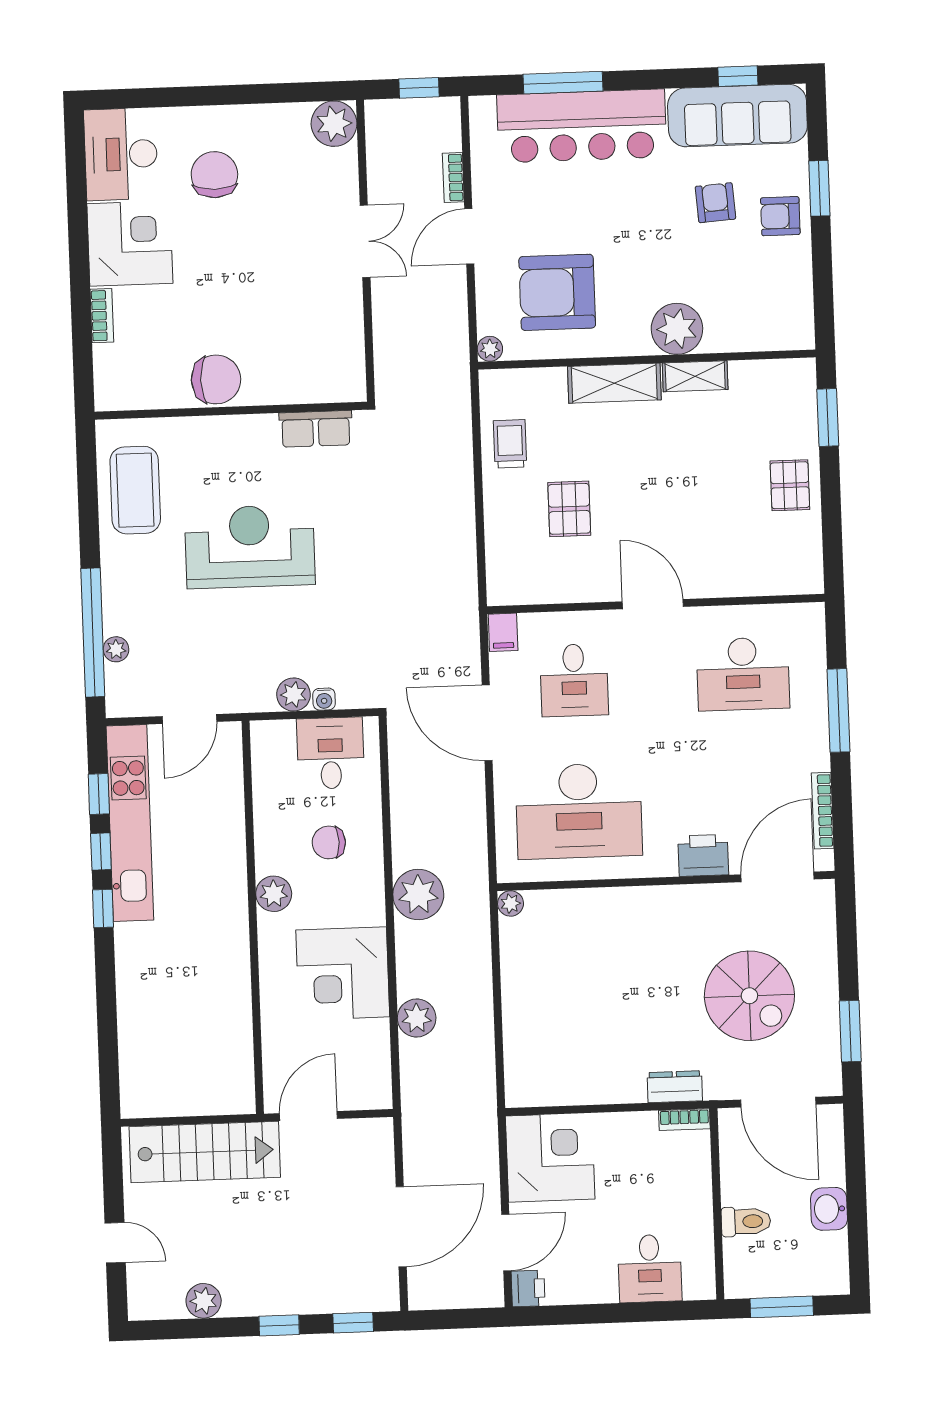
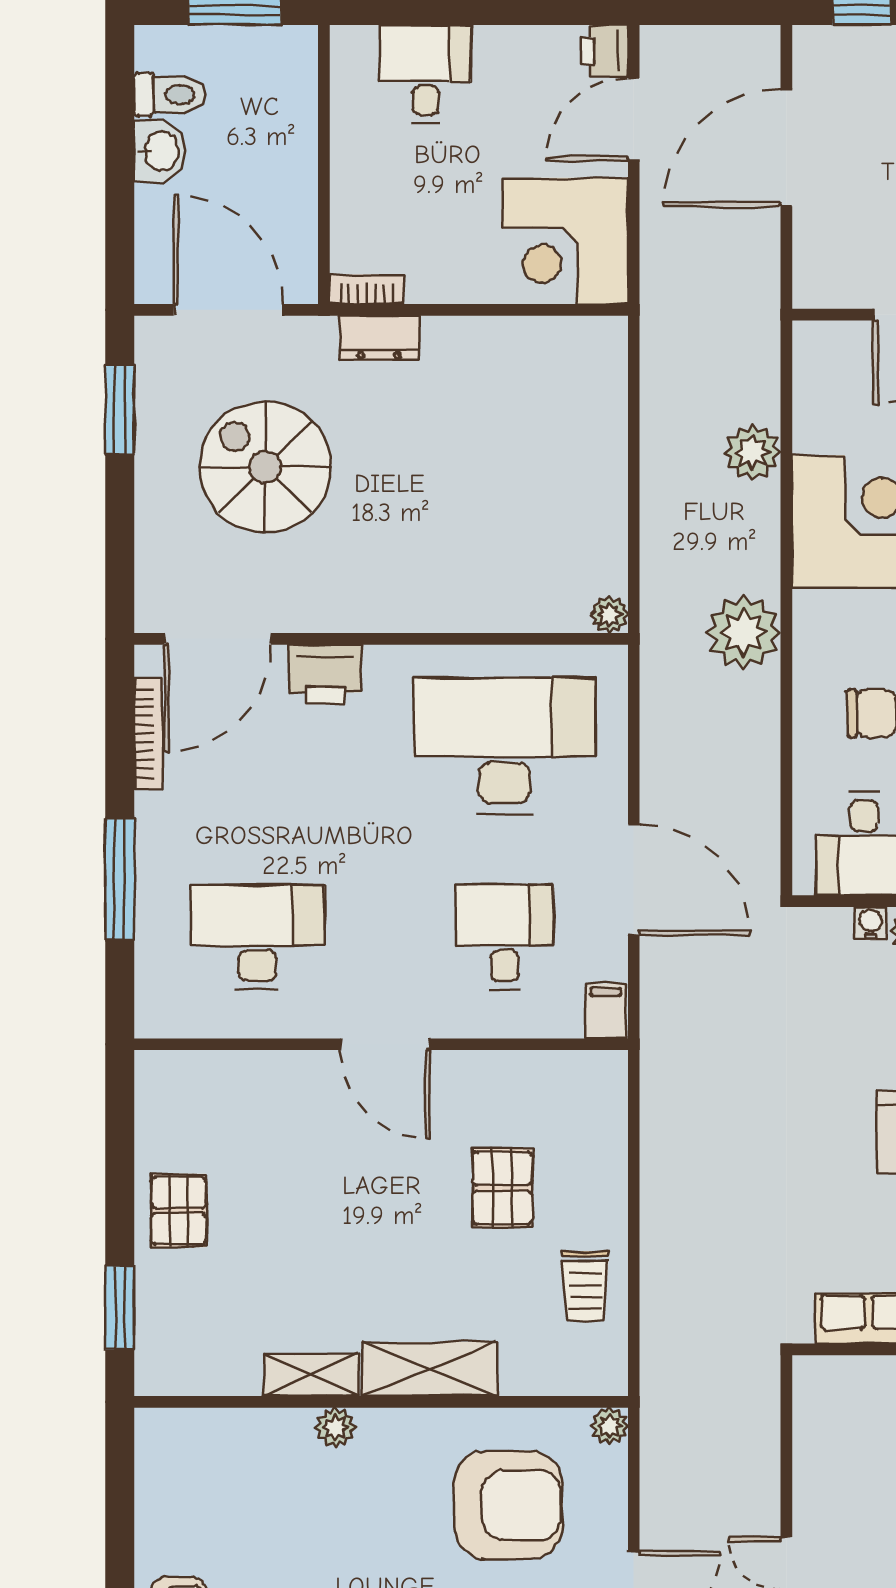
plant: (677, 329) -> (335, 1428), width x0.53, depth x0.53
toilet: (746, 1221) -> (170, 95), moved, turned 180

